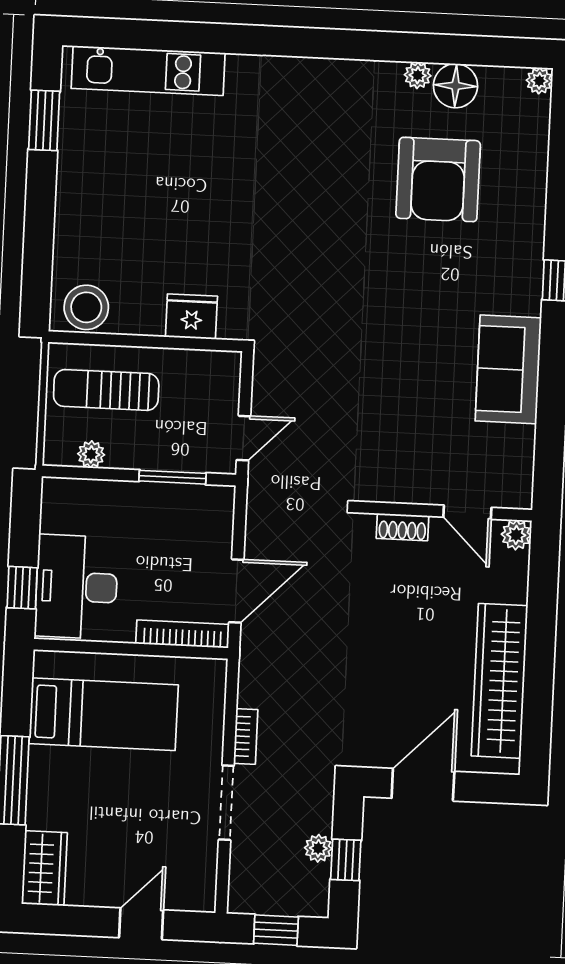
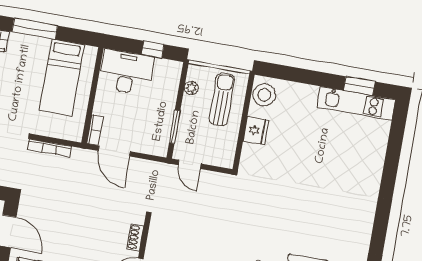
kitchen unit: (148, 71) -> (356, 103), moved, turned -90
fridge: (191, 317) -> (256, 130), moved
window: (22, 588) -> (153, 50), moved
bookcase: (183, 634) -> (95, 130), width x0.64
bookcase: (246, 736) -> (49, 148), width x1.56

